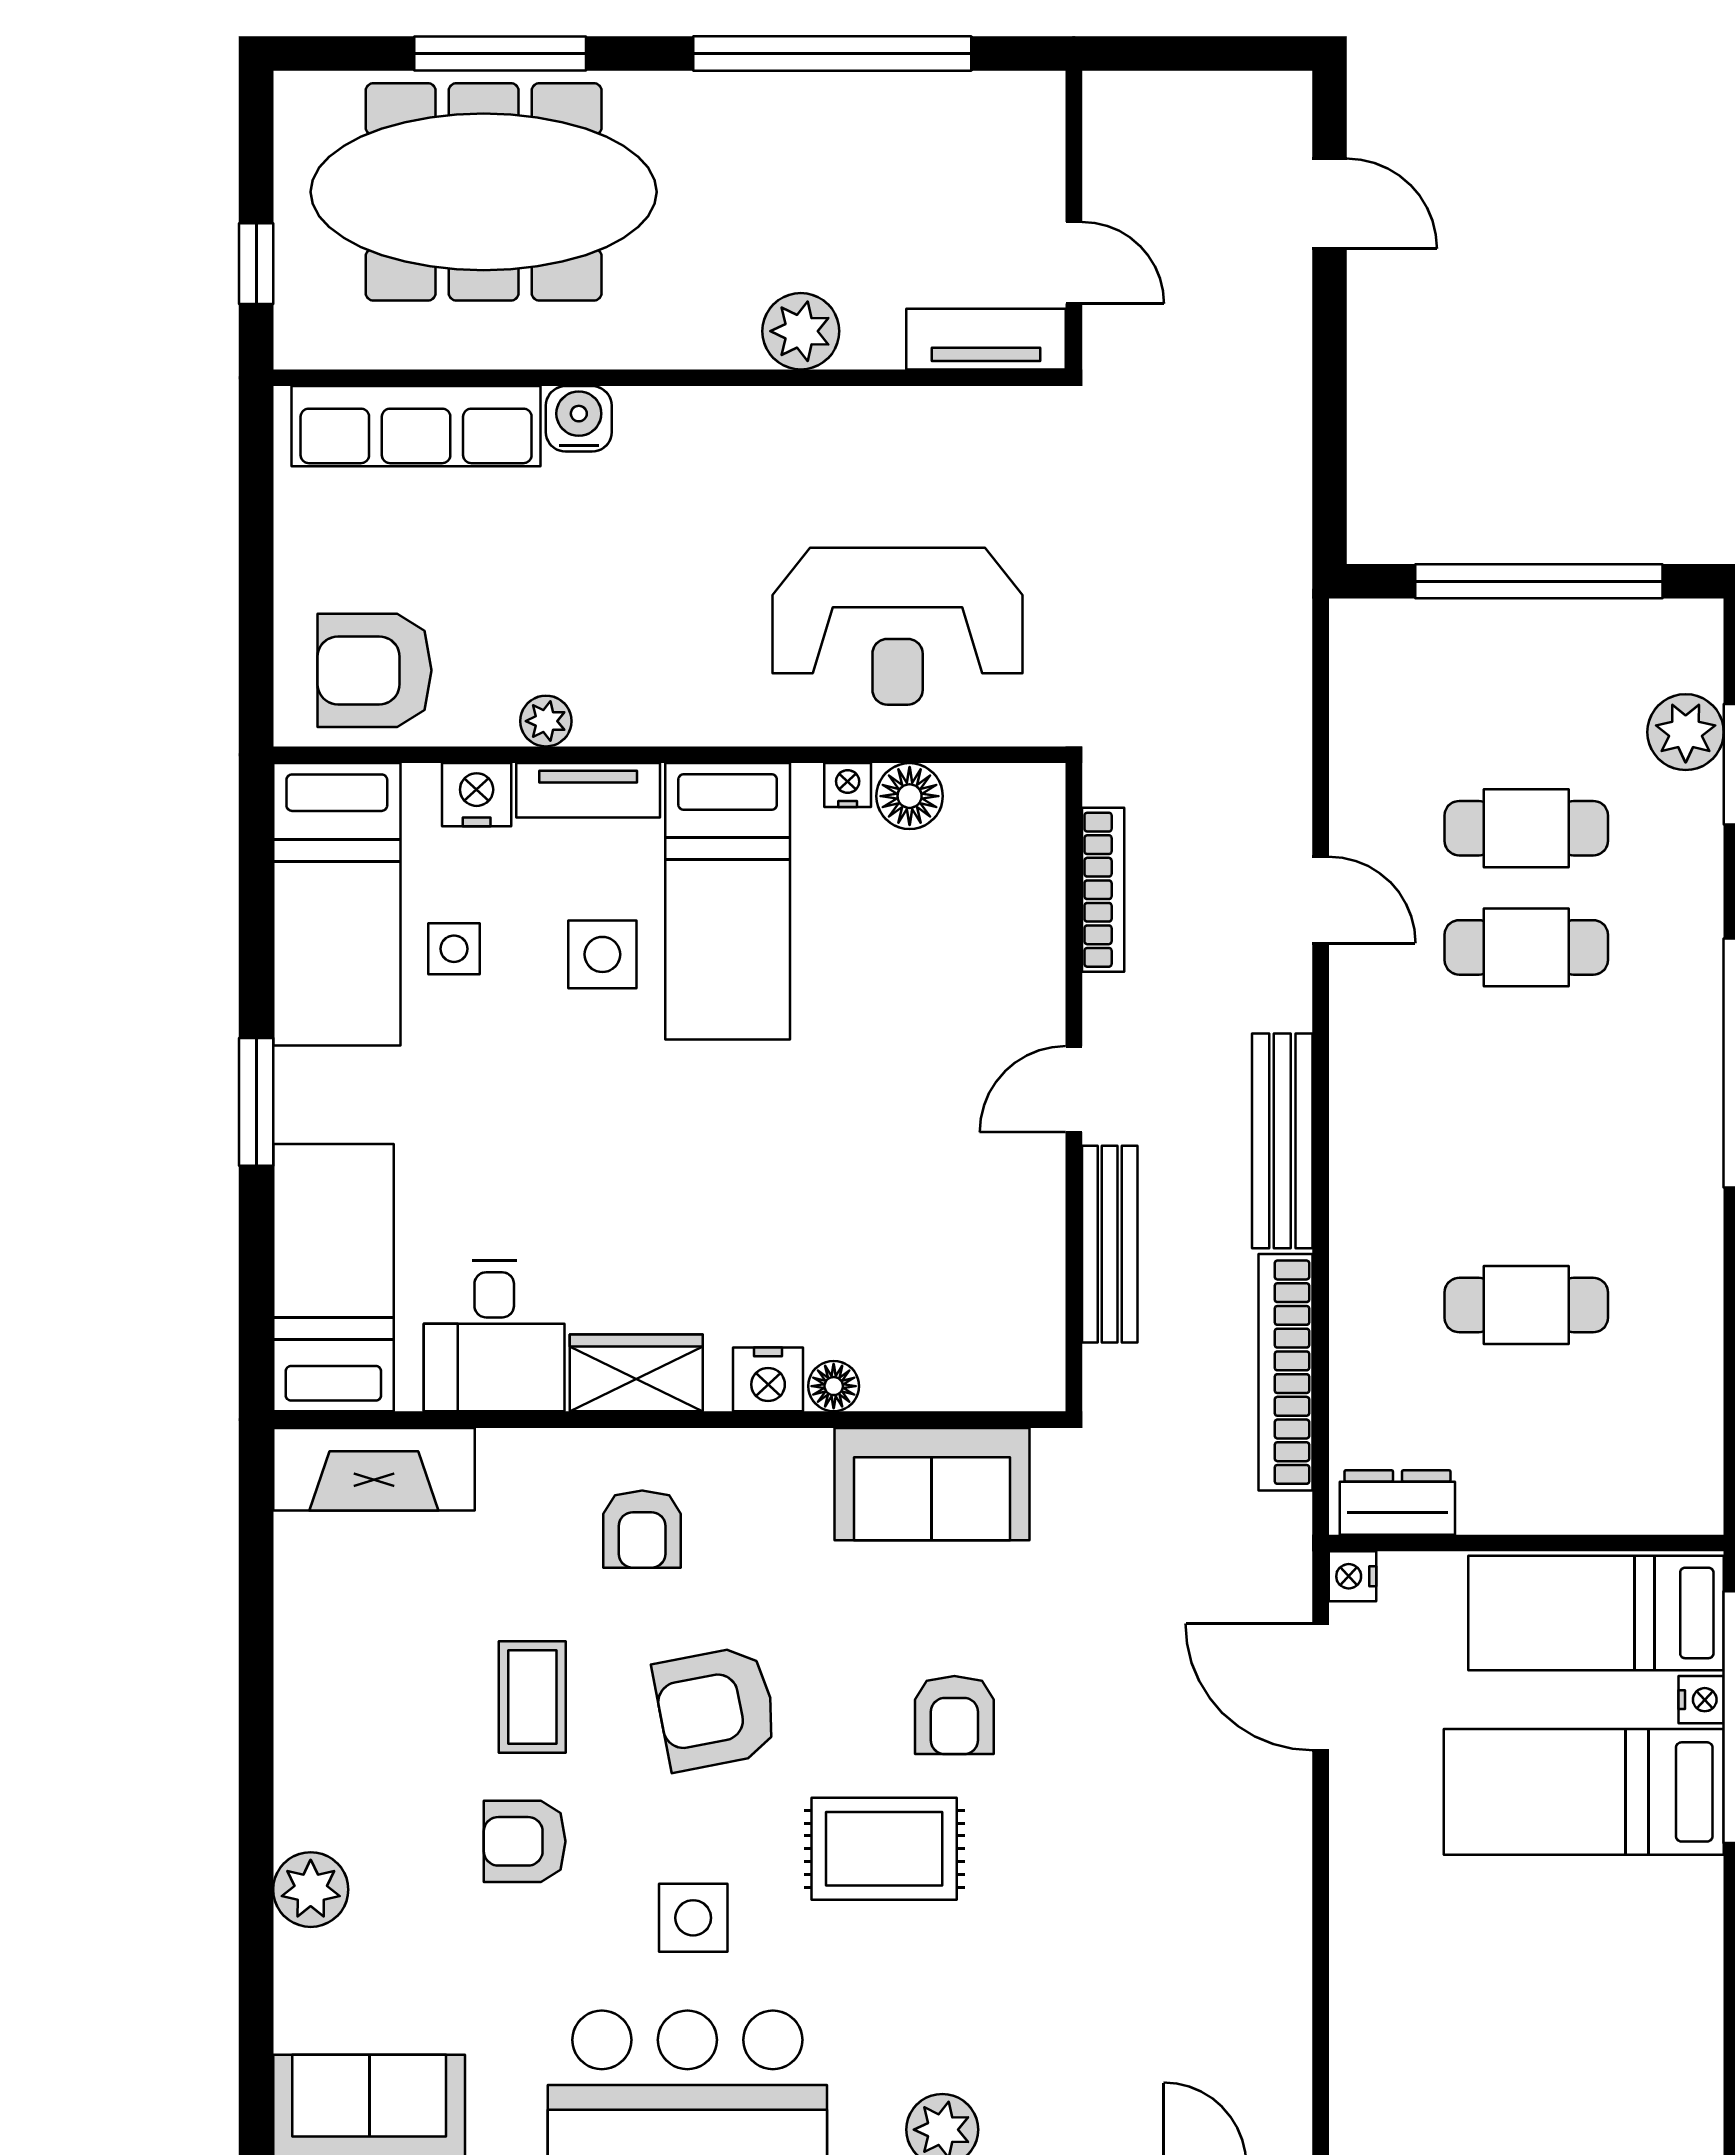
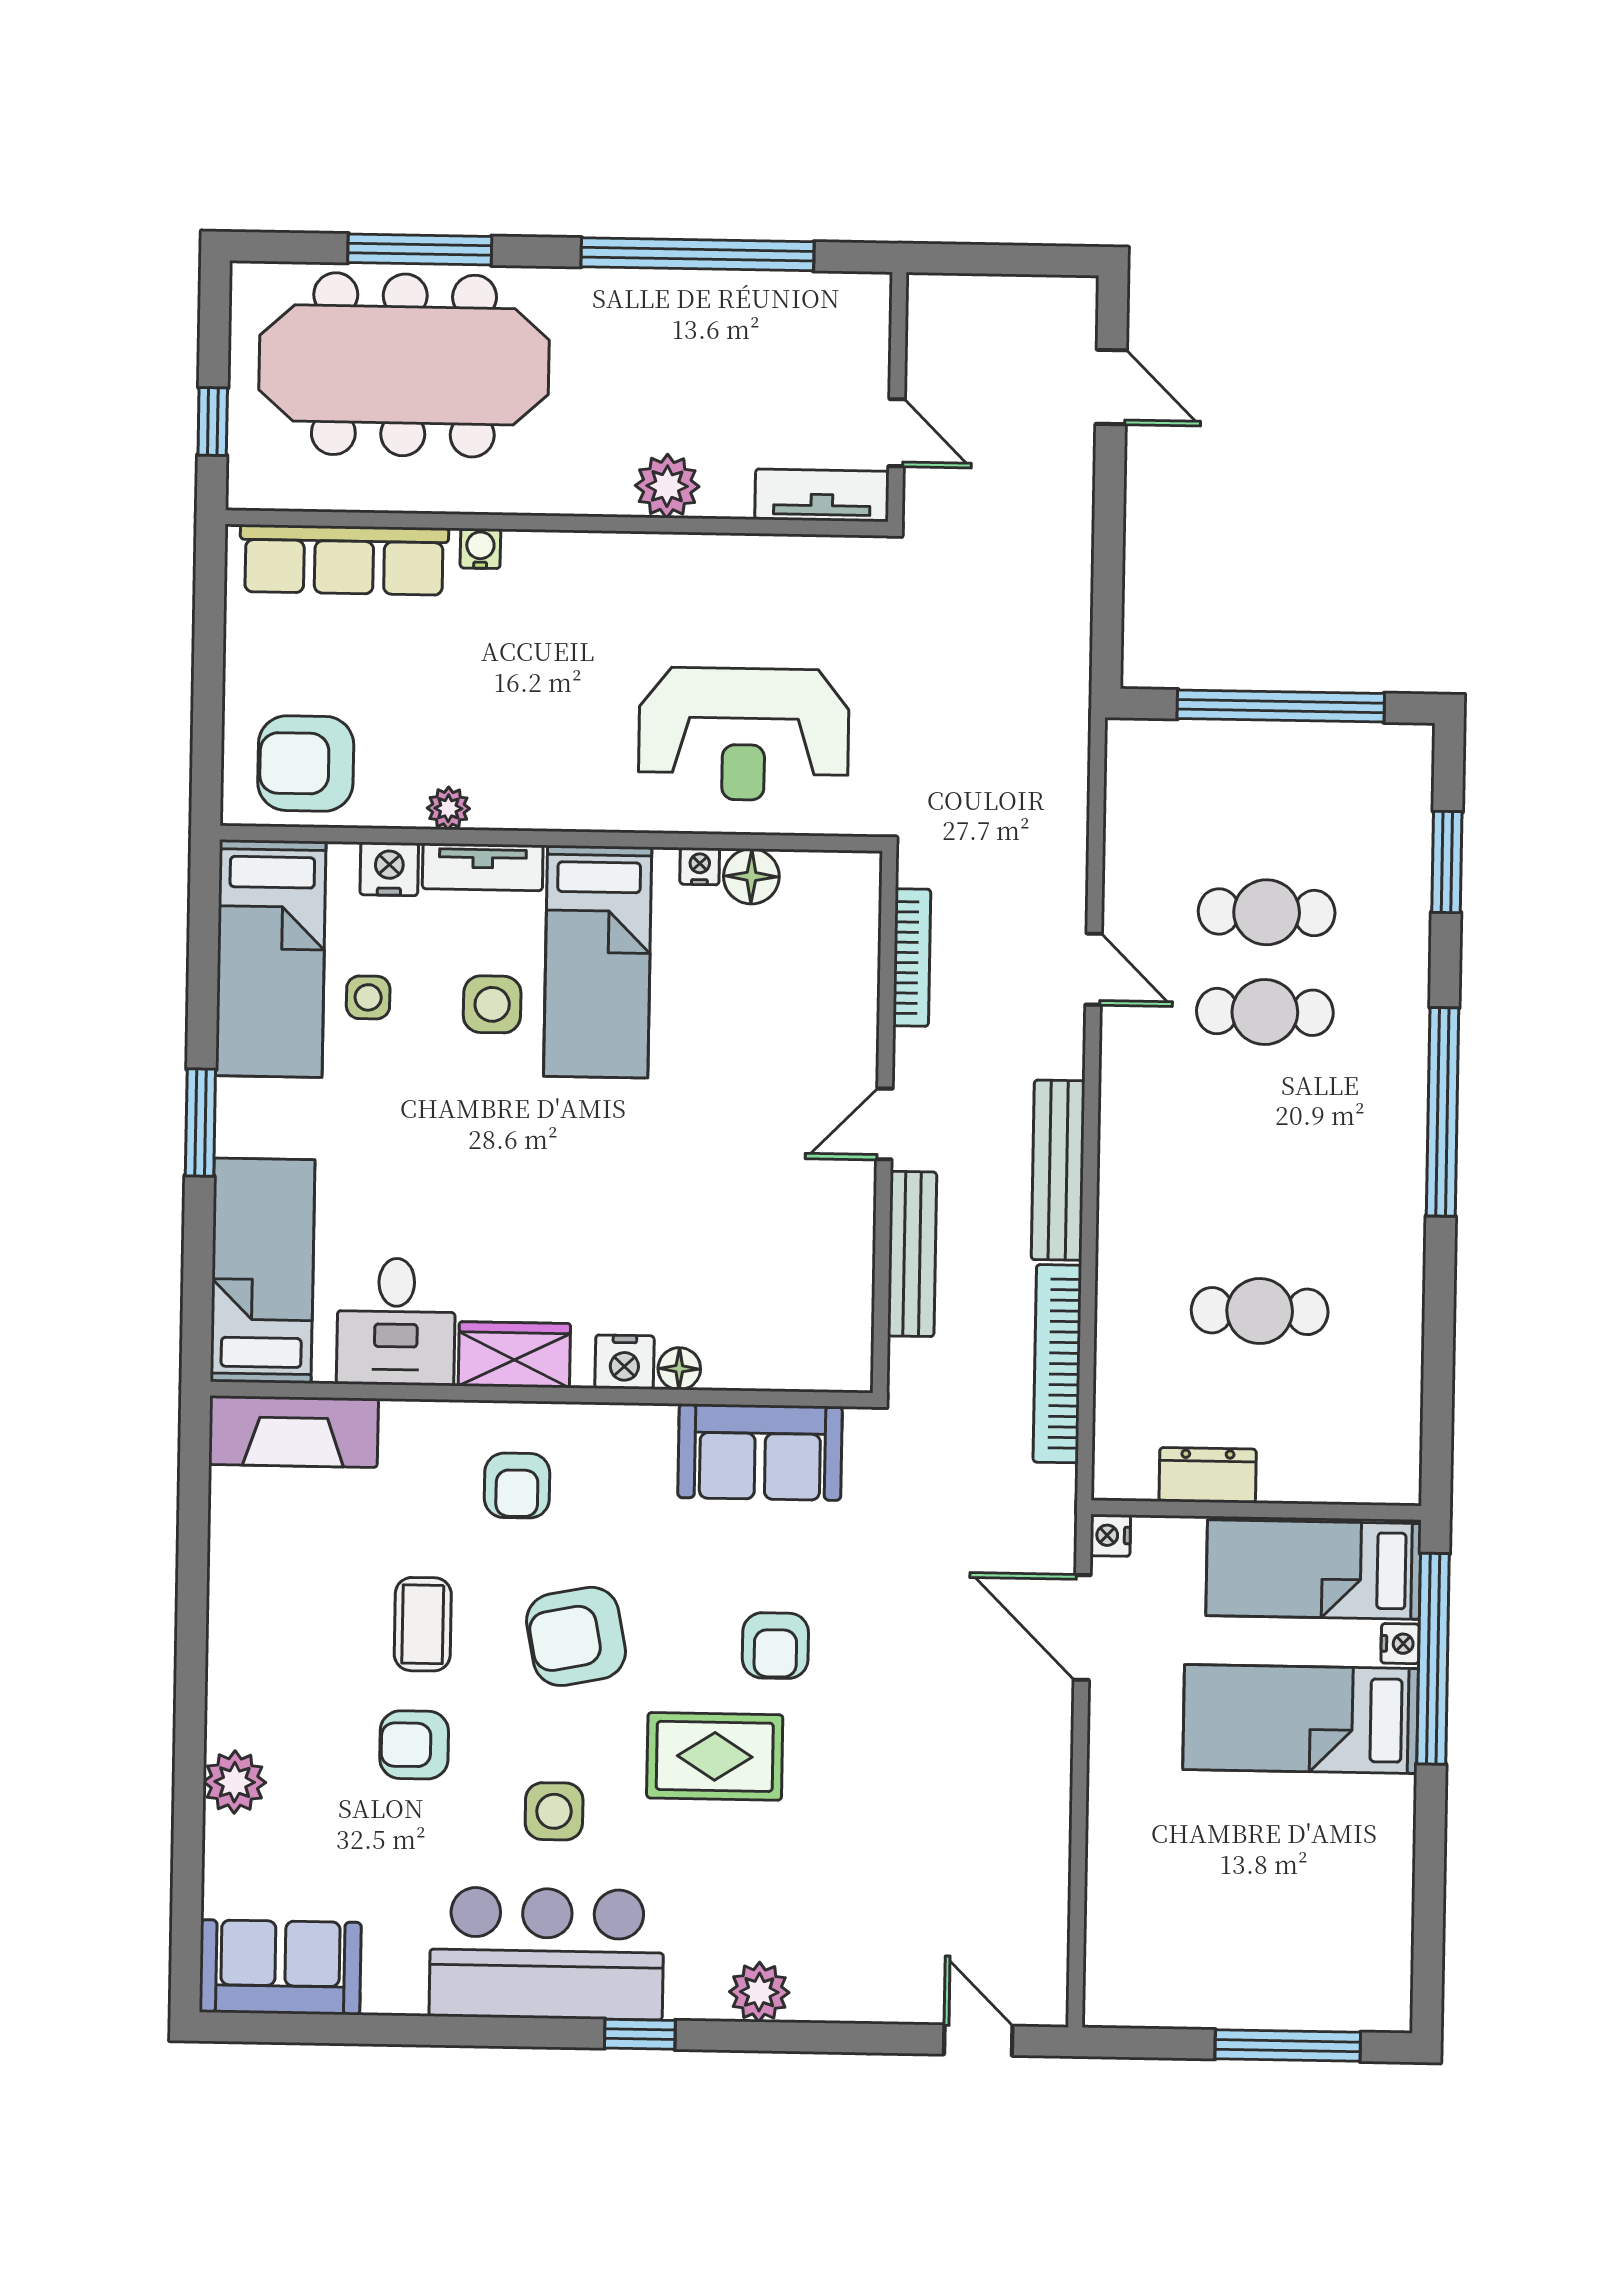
water cooler: (579, 419) -> (480, 548), width x0.72, depth x0.72
plant: (1686, 732) -> (1401, 834), removed
dresser: (1397, 1502) -> (1208, 1475), moved

